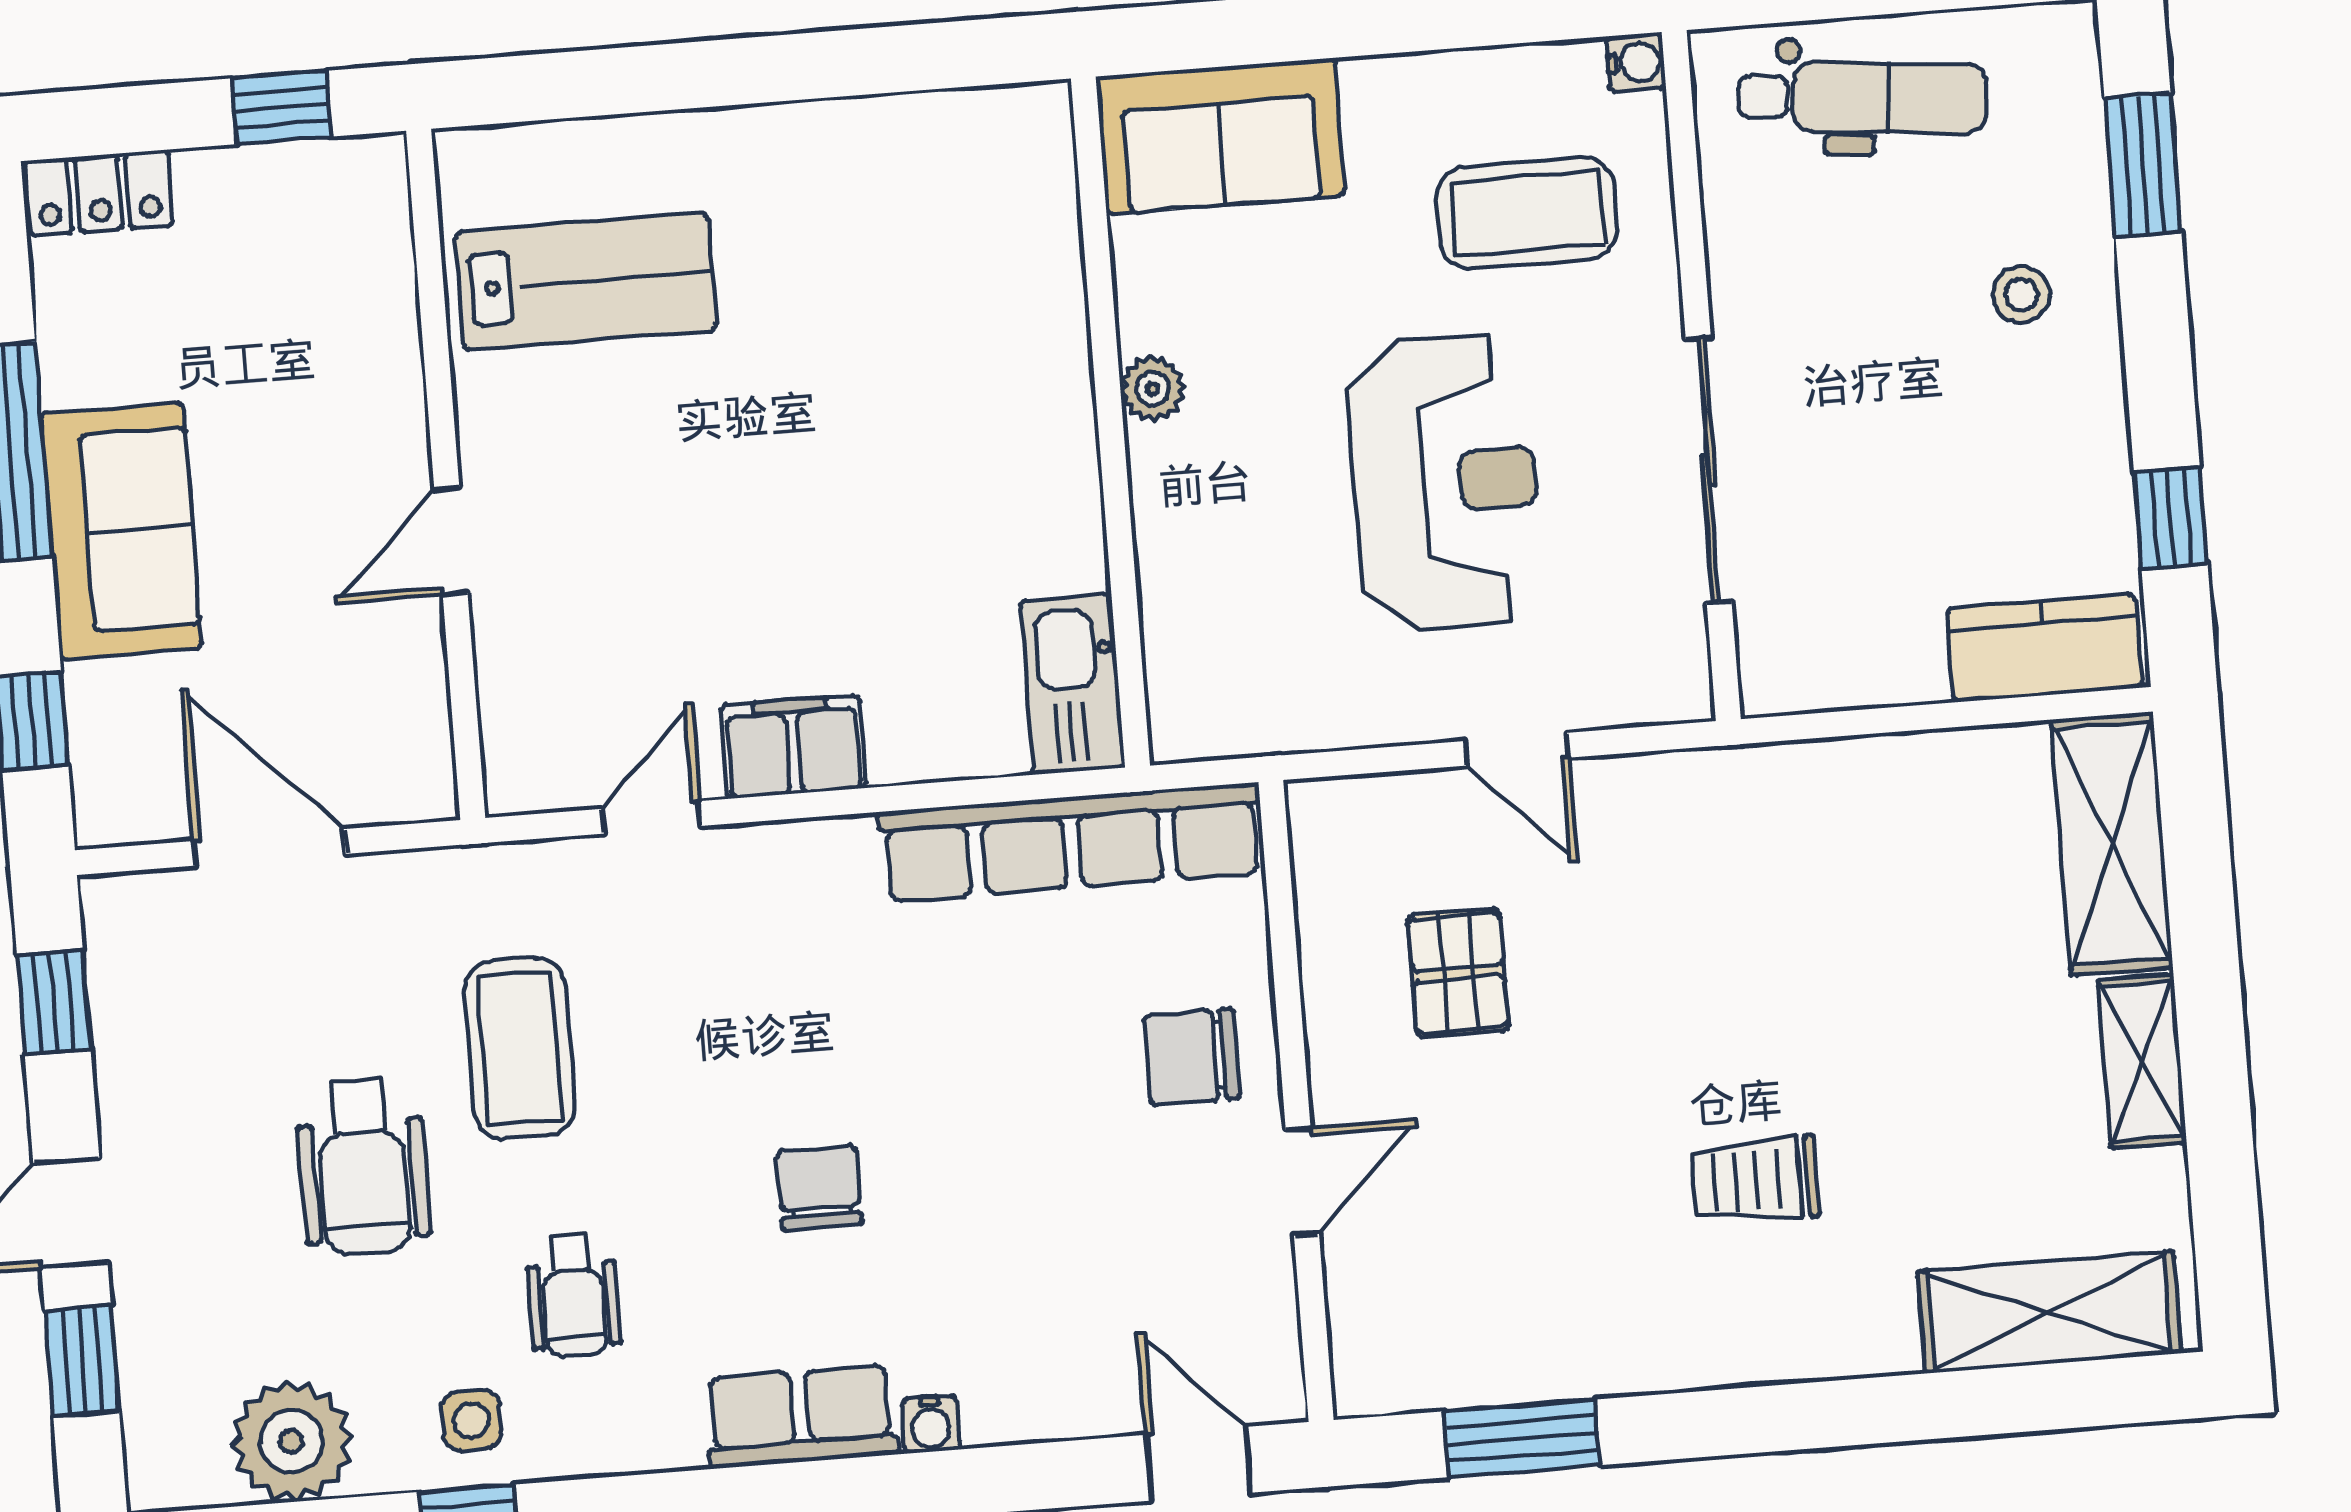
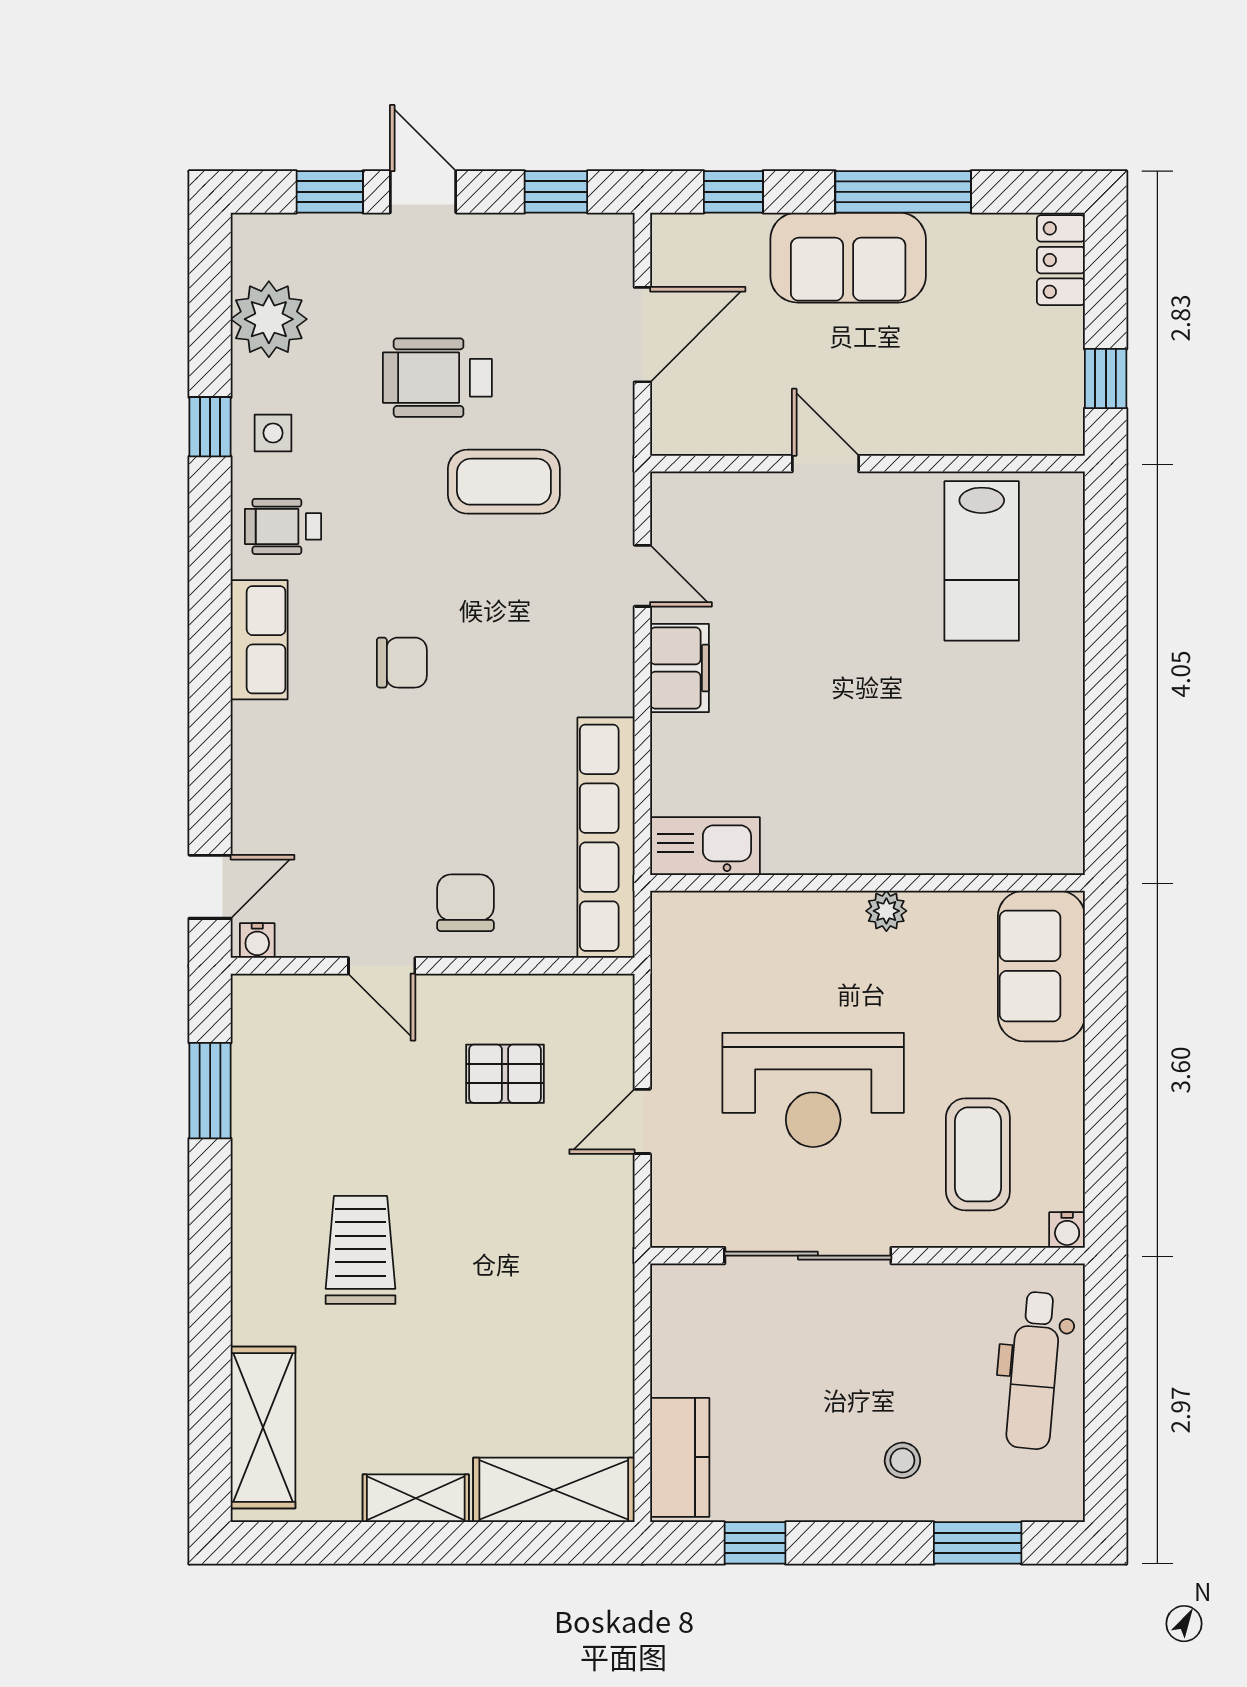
trolley: (1755, 1180) -> (361, 1250), width x1.36, depth x1.39
wheelchair: (573, 1295) -> (283, 526), moved
water cooler: (931, 1424) -> (257, 941), moved, turned -90

